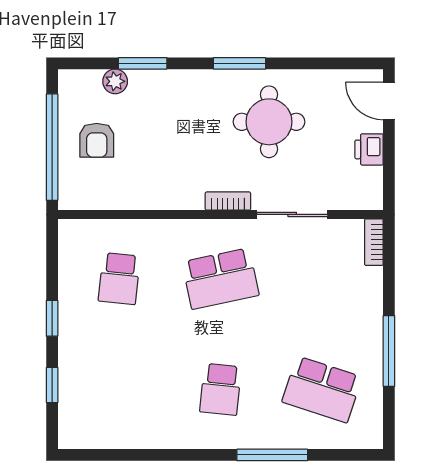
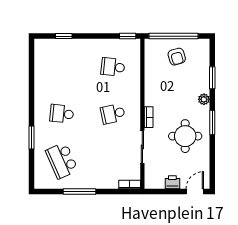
plant: (115, 81) -> (204, 99), moved
armchair: (97, 140) -> (177, 57), turned -106
school desk: (221, 279) -> (113, 114), width x0.54
window: (52, 318) -> (128, 36), moved
school desk: (322, 389) -> (62, 160), turned -42
window: (272, 455) -> (32, 138), width x0.69

